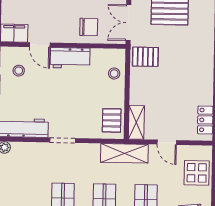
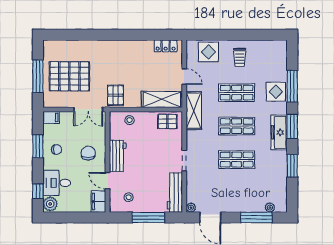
chair: (89, 27) -> (88, 153), moved
door: (40, 45) -> (108, 181), swing flipped
shelving: (136, 122) -> (162, 99), width x1.50, depth x1.33
door: (167, 142) -> (184, 77), hinge flipped

